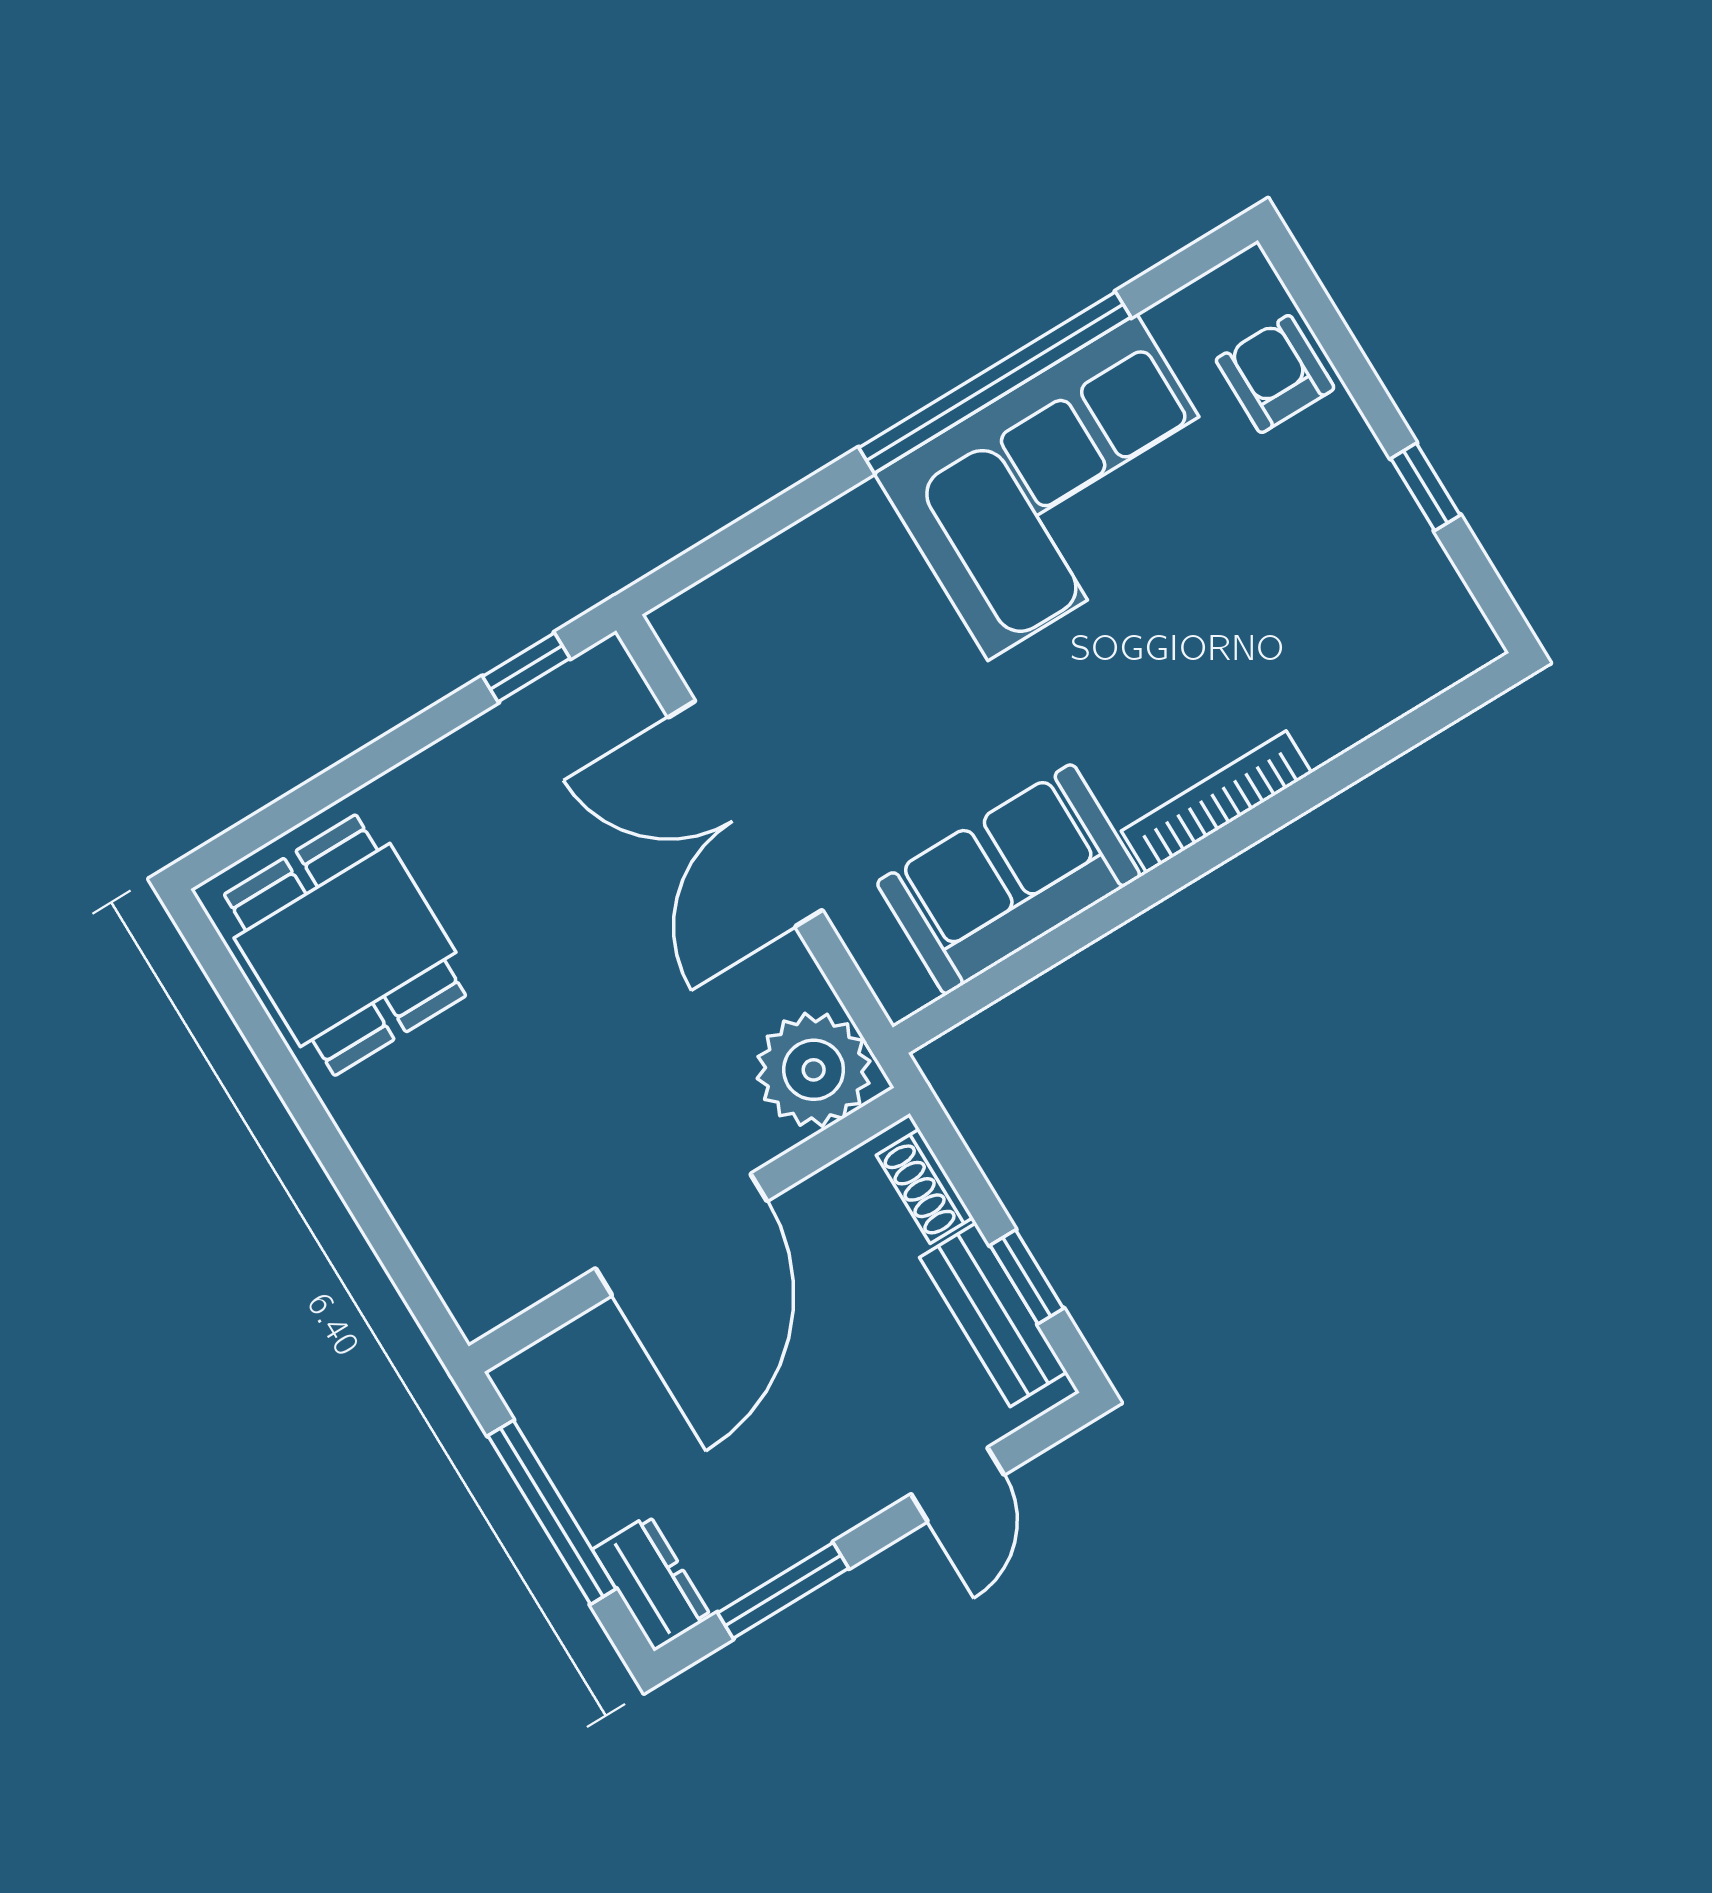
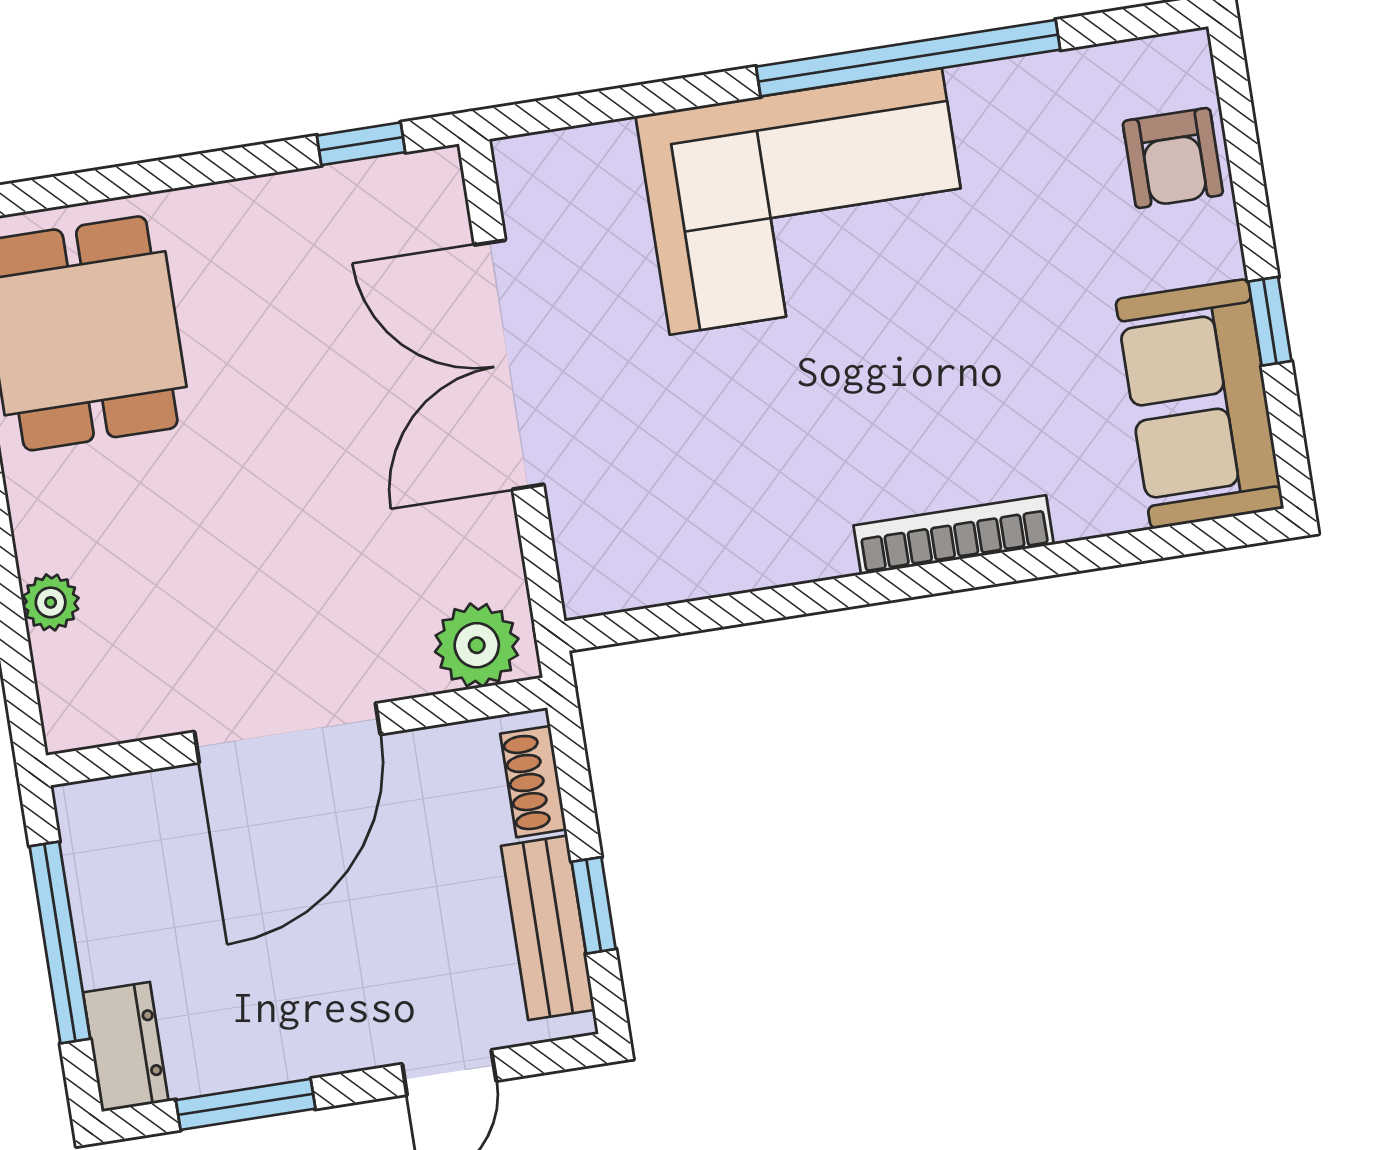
armchair: (1275, 374) -> (1173, 158), turned 180
corner sofa: (1062, 487) -> (806, 201), moved
sofa: (1009, 879) -> (1199, 404), moved, turned -90
plant: (814, 1070) -> (477, 645), width x0.73, depth x0.73
plant: (415, 1204) -> (51, 602), added

